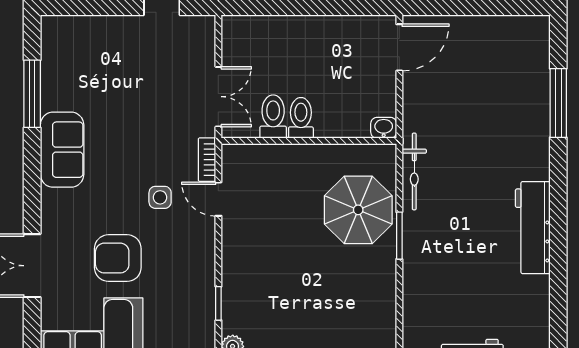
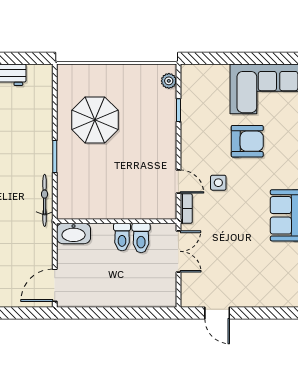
double door: (218, 97) -> (178, 251), swing flipped
washbasin: (384, 128) -> (74, 233), width x1.91, depth x1.45
parasol: (358, 210) -> (95, 120), moved

